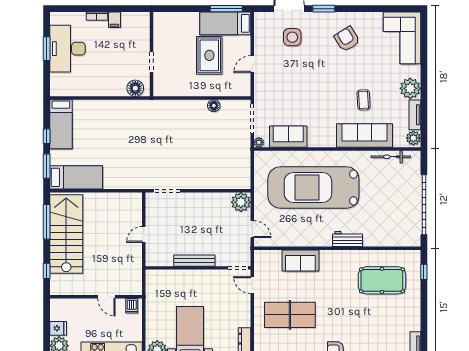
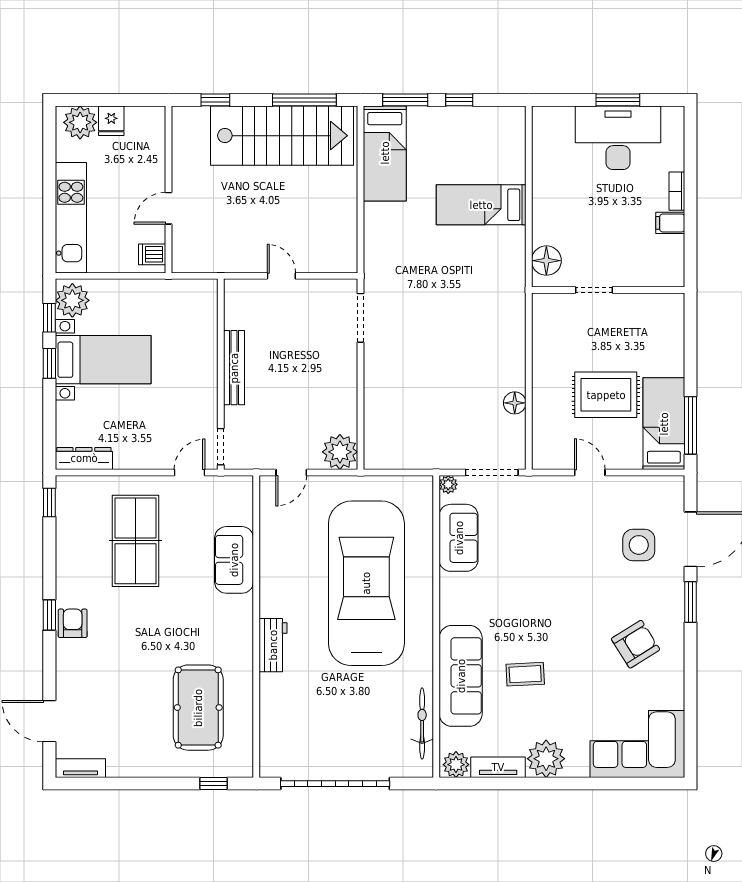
bed: (61, 124) -> (481, 205), moved

